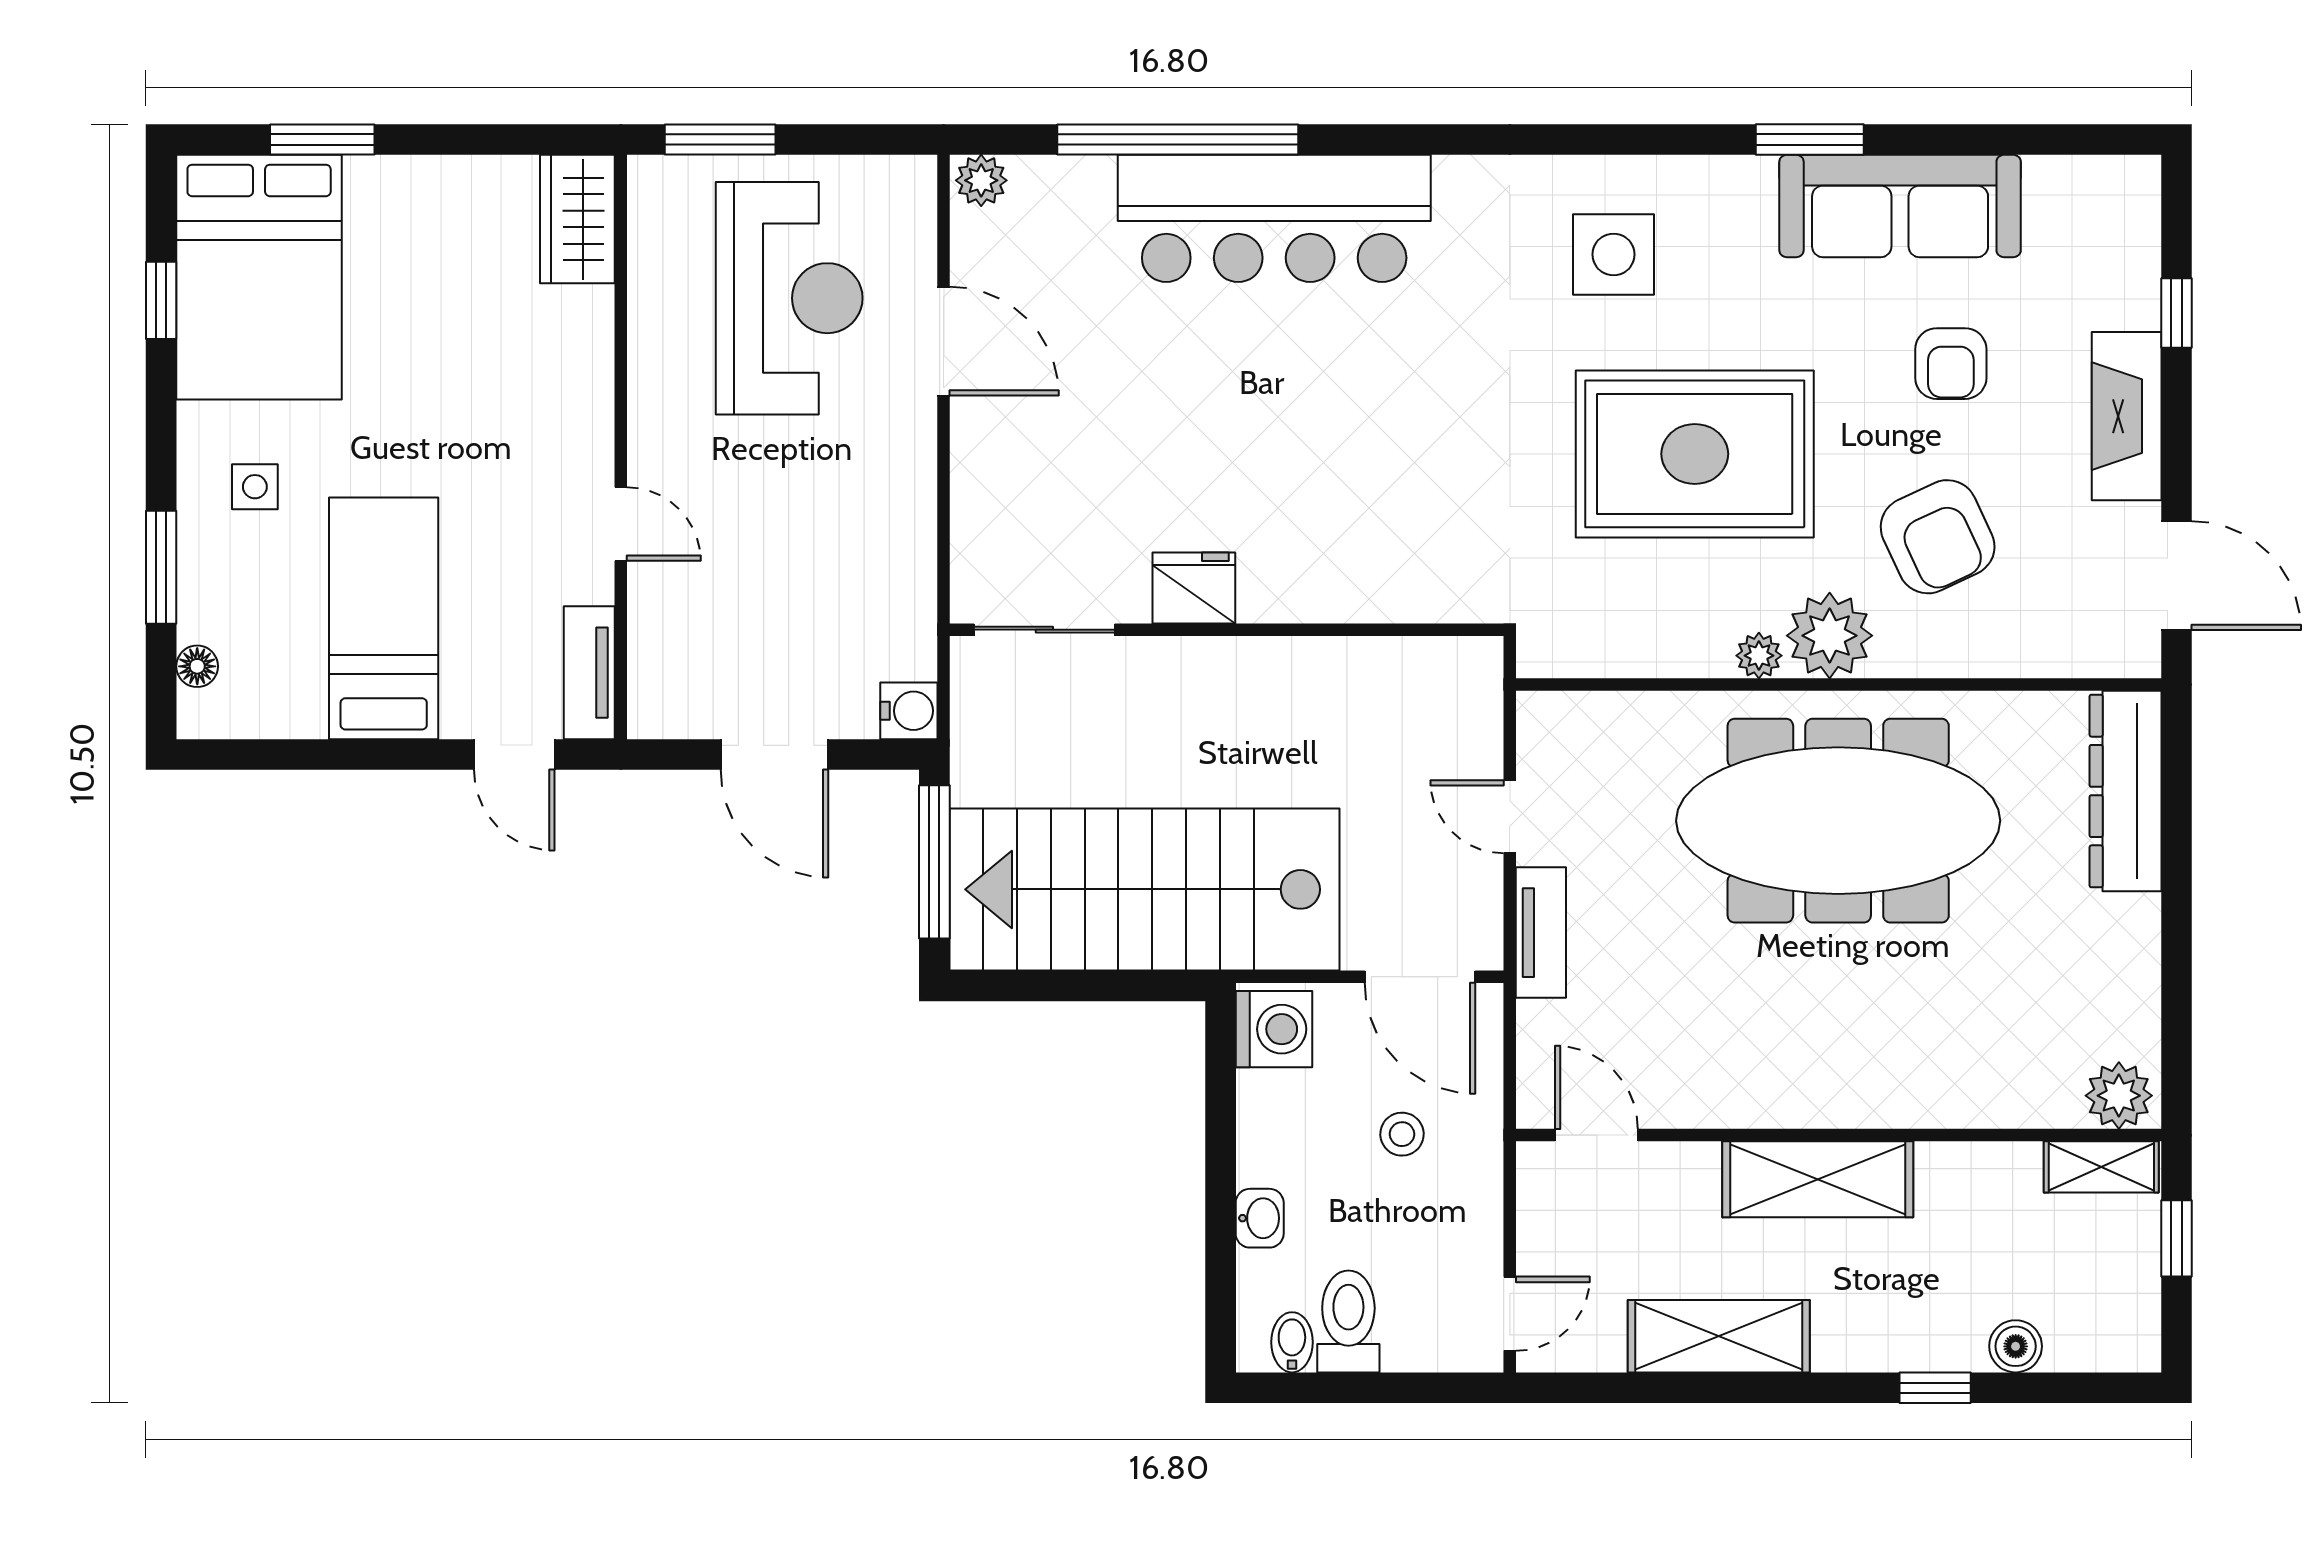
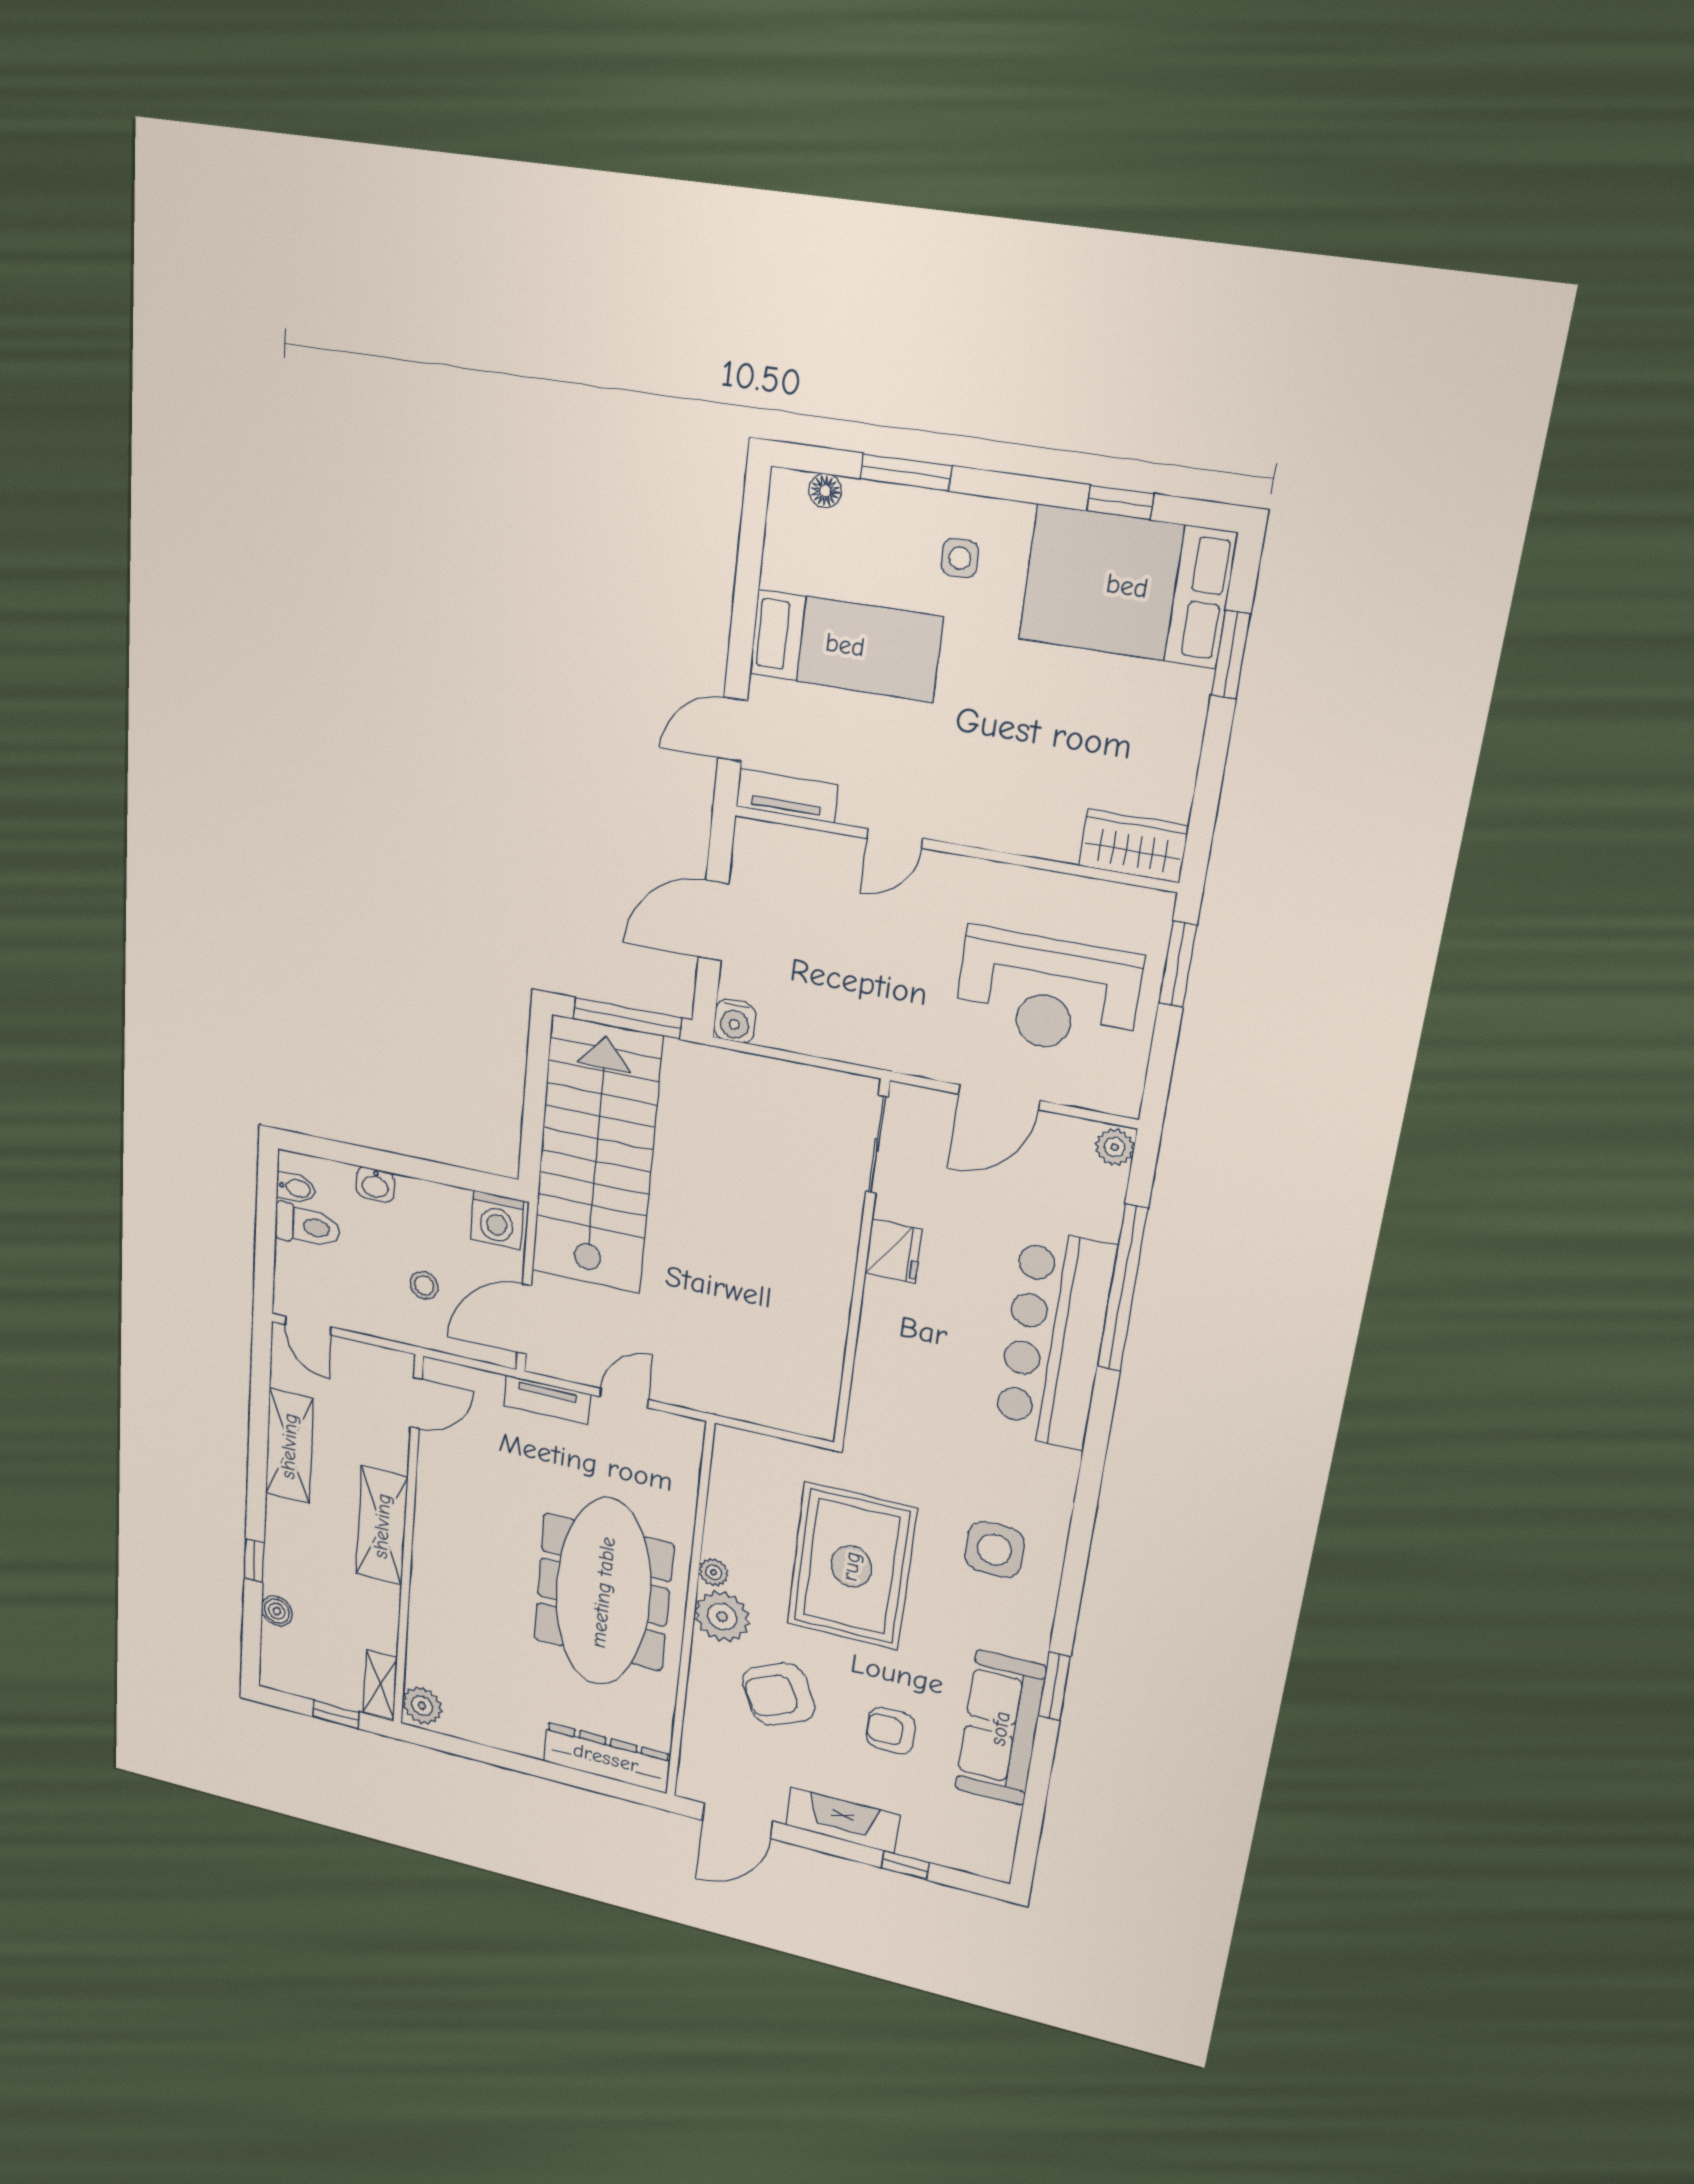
fridge: (1194, 588) -> (893, 1251), moved
sliding door: (1044, 630) -> (877, 1145), moved
wall: (1227, 630) -> (861, 1267), moved

